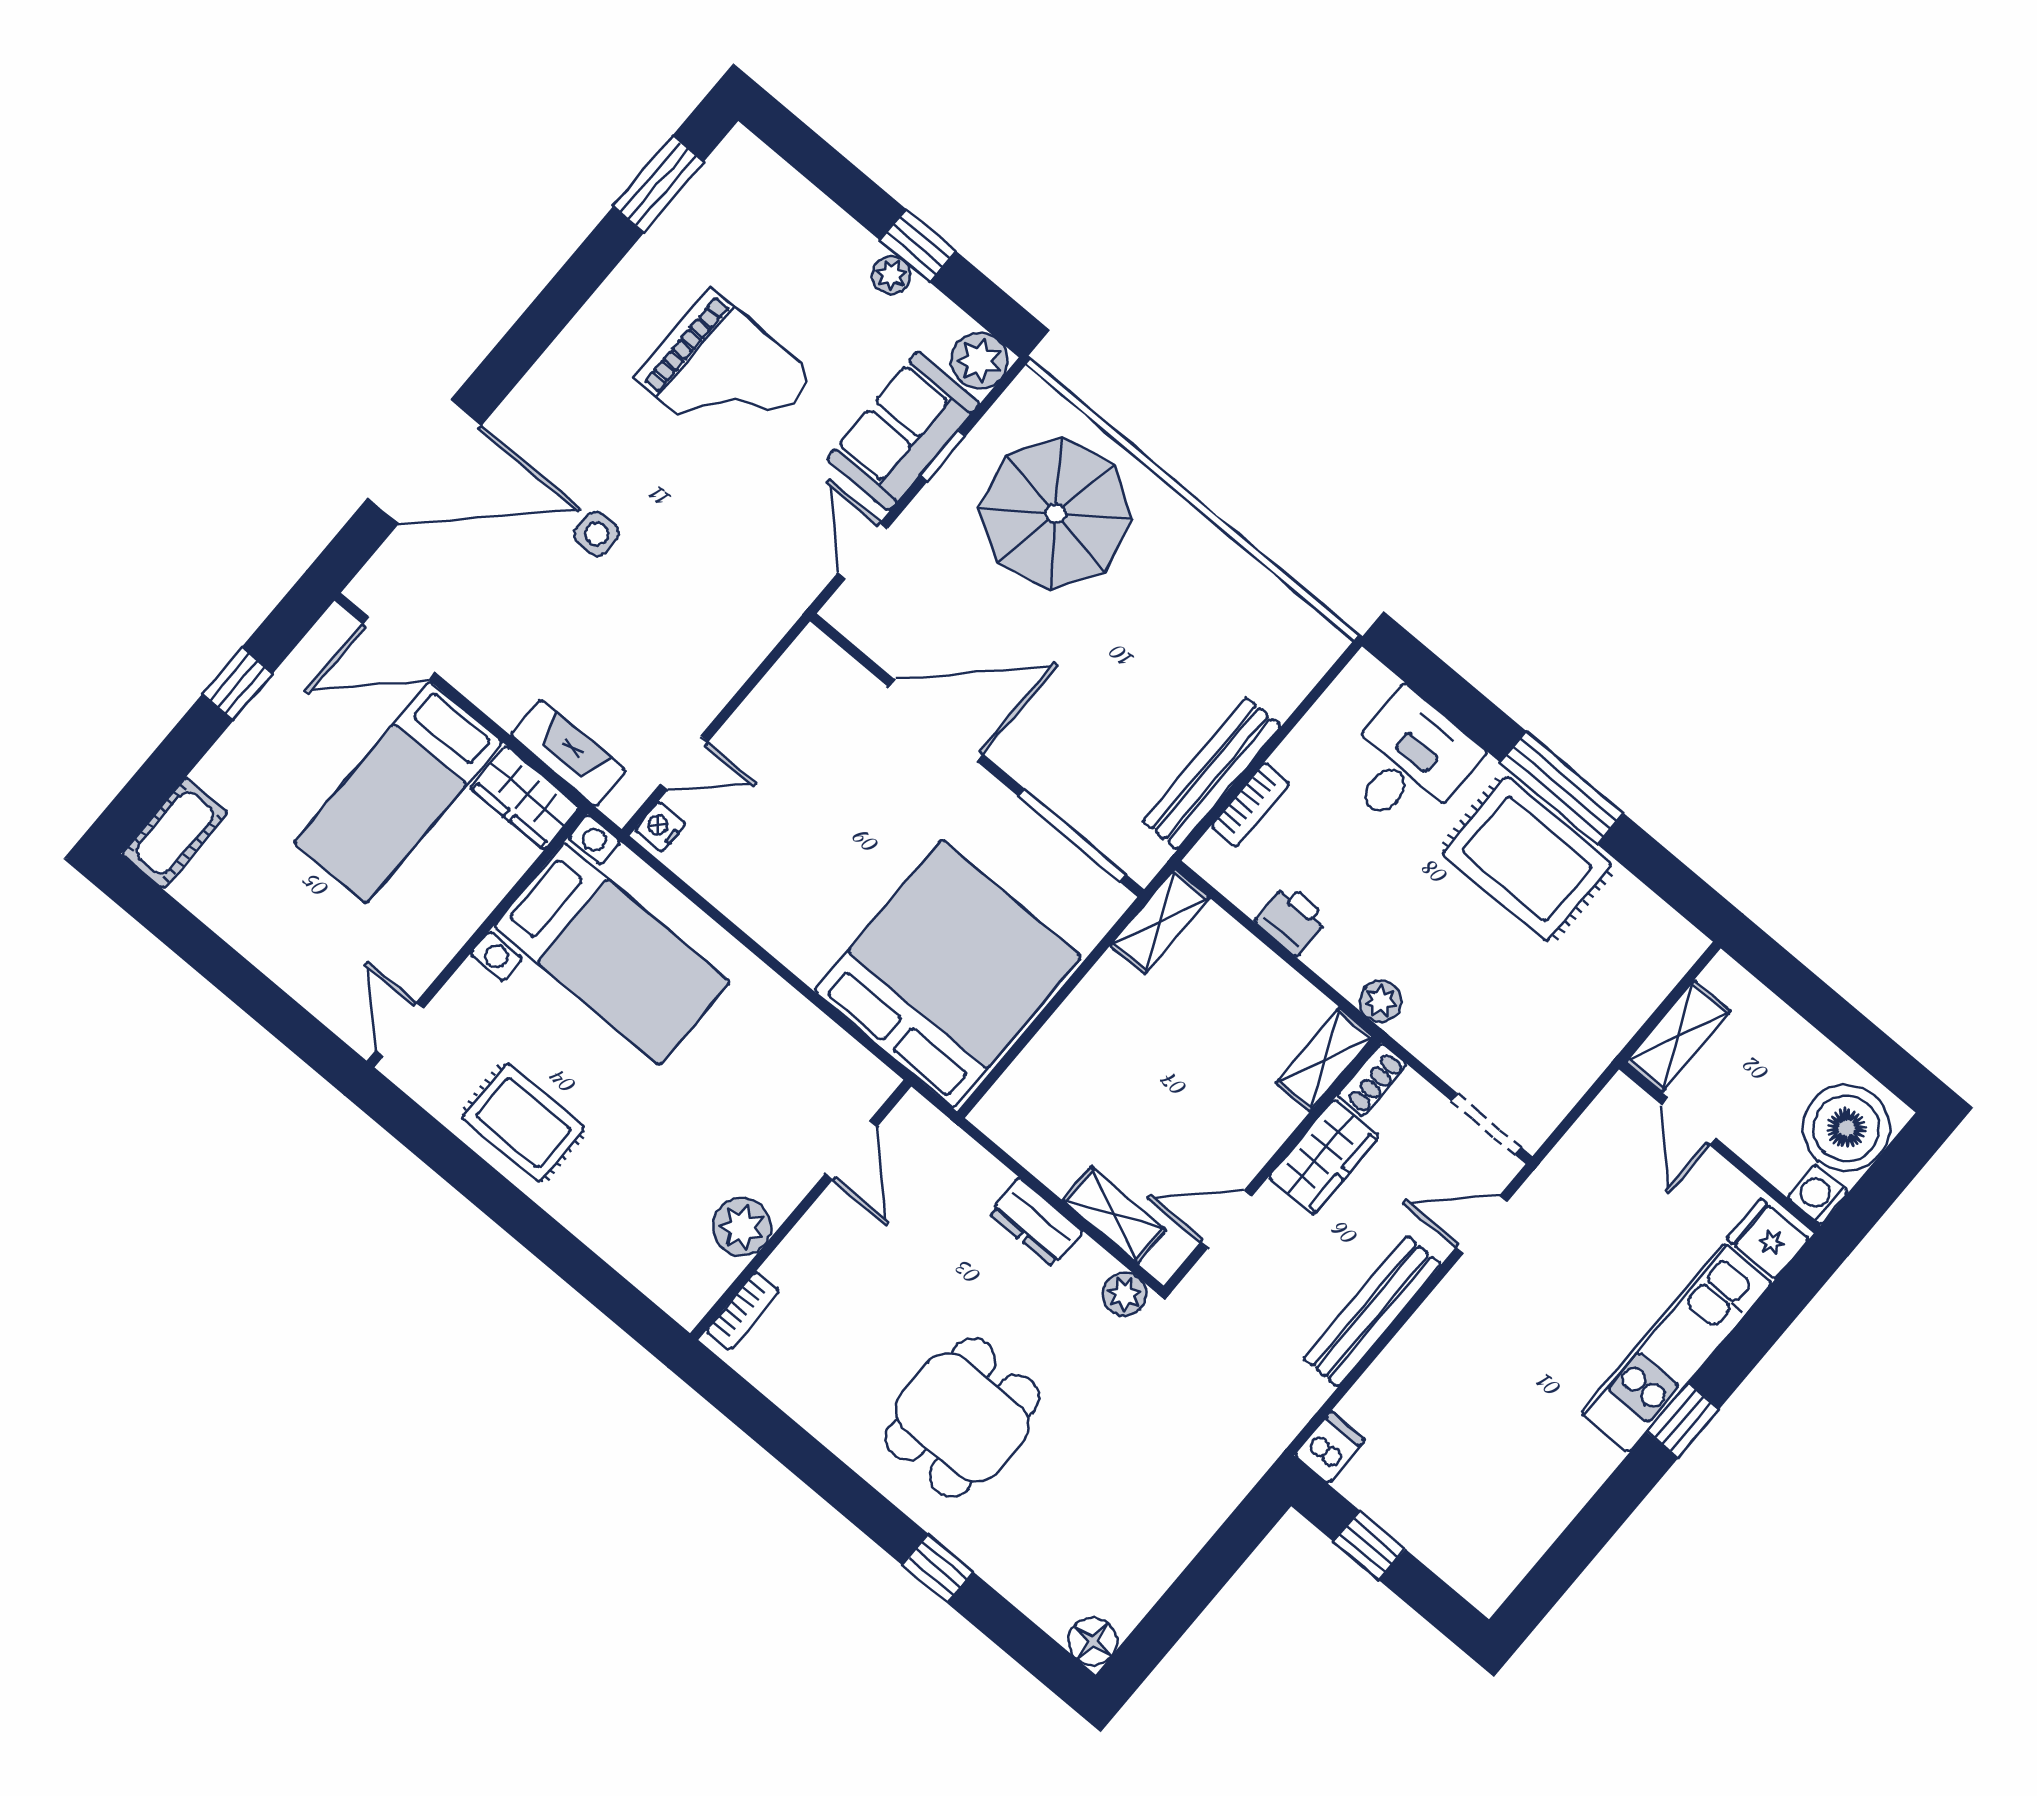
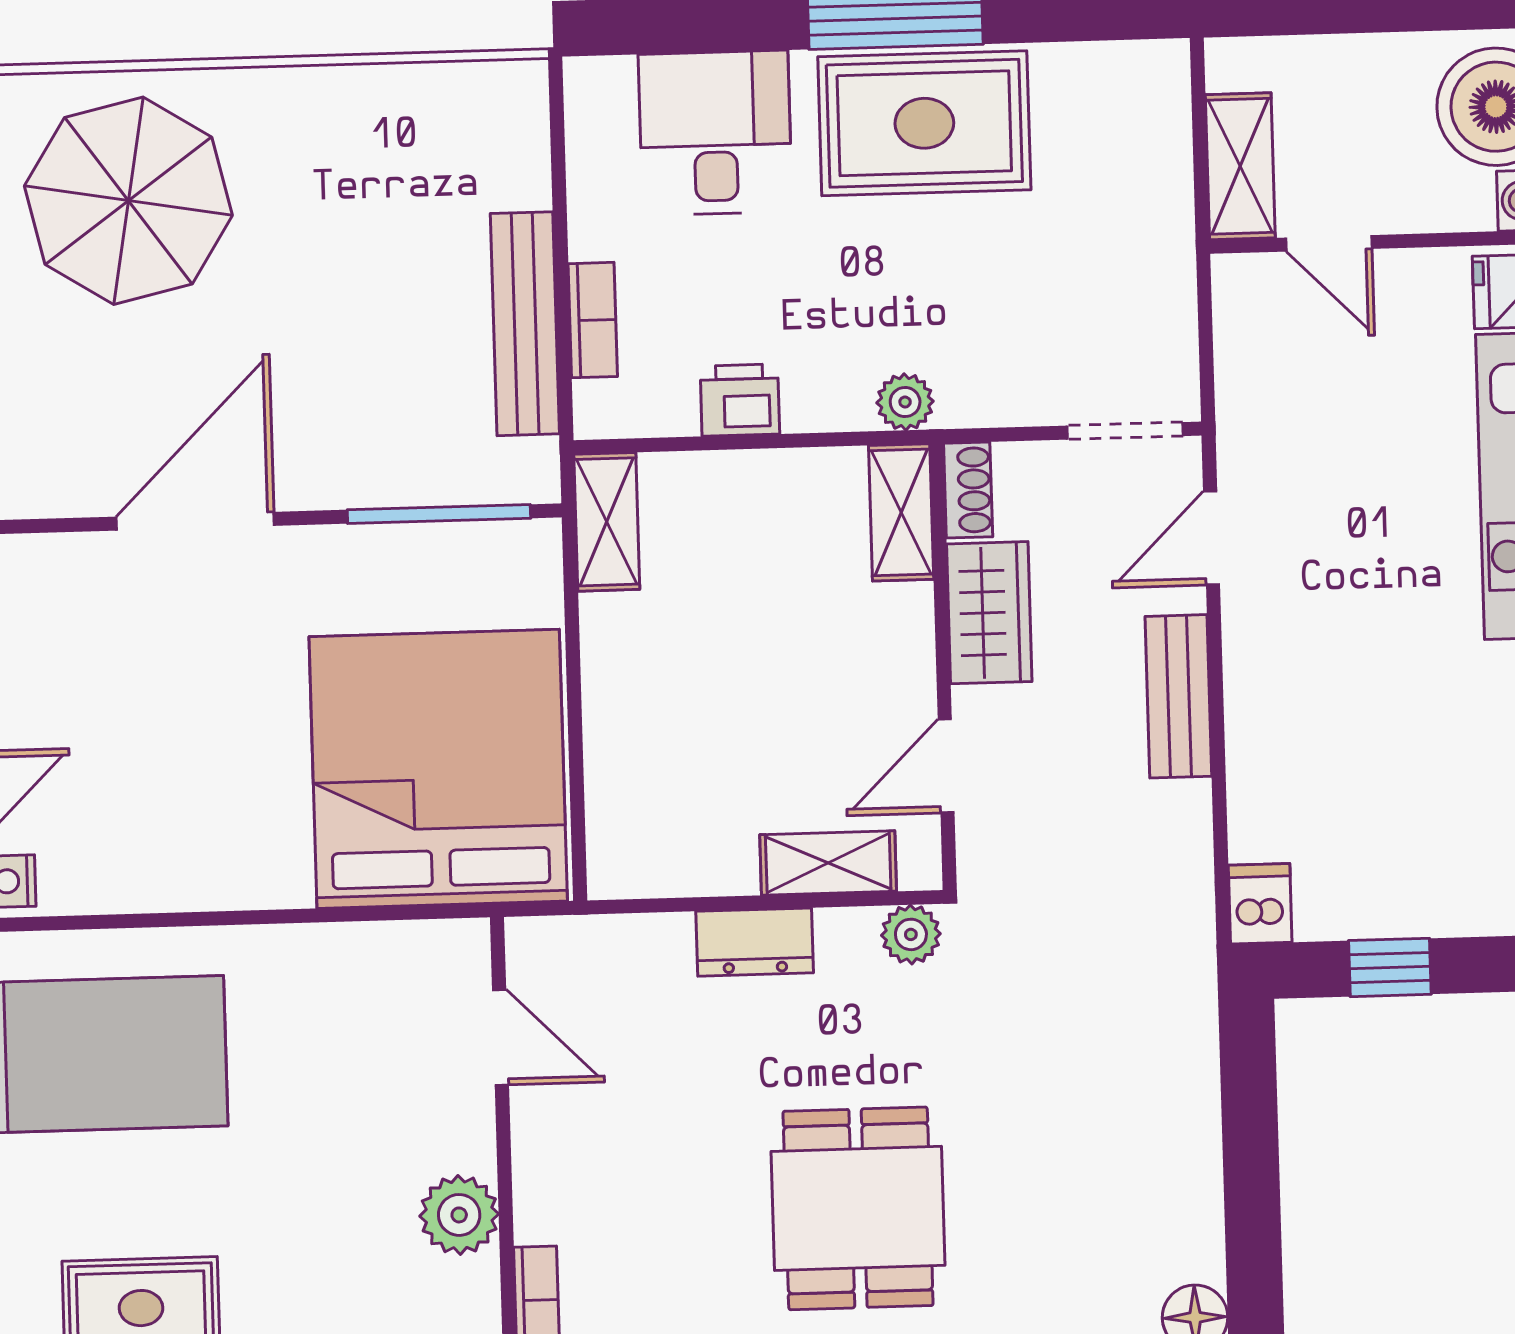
bench: (1372, 1311) -> (1178, 696), width x0.73

